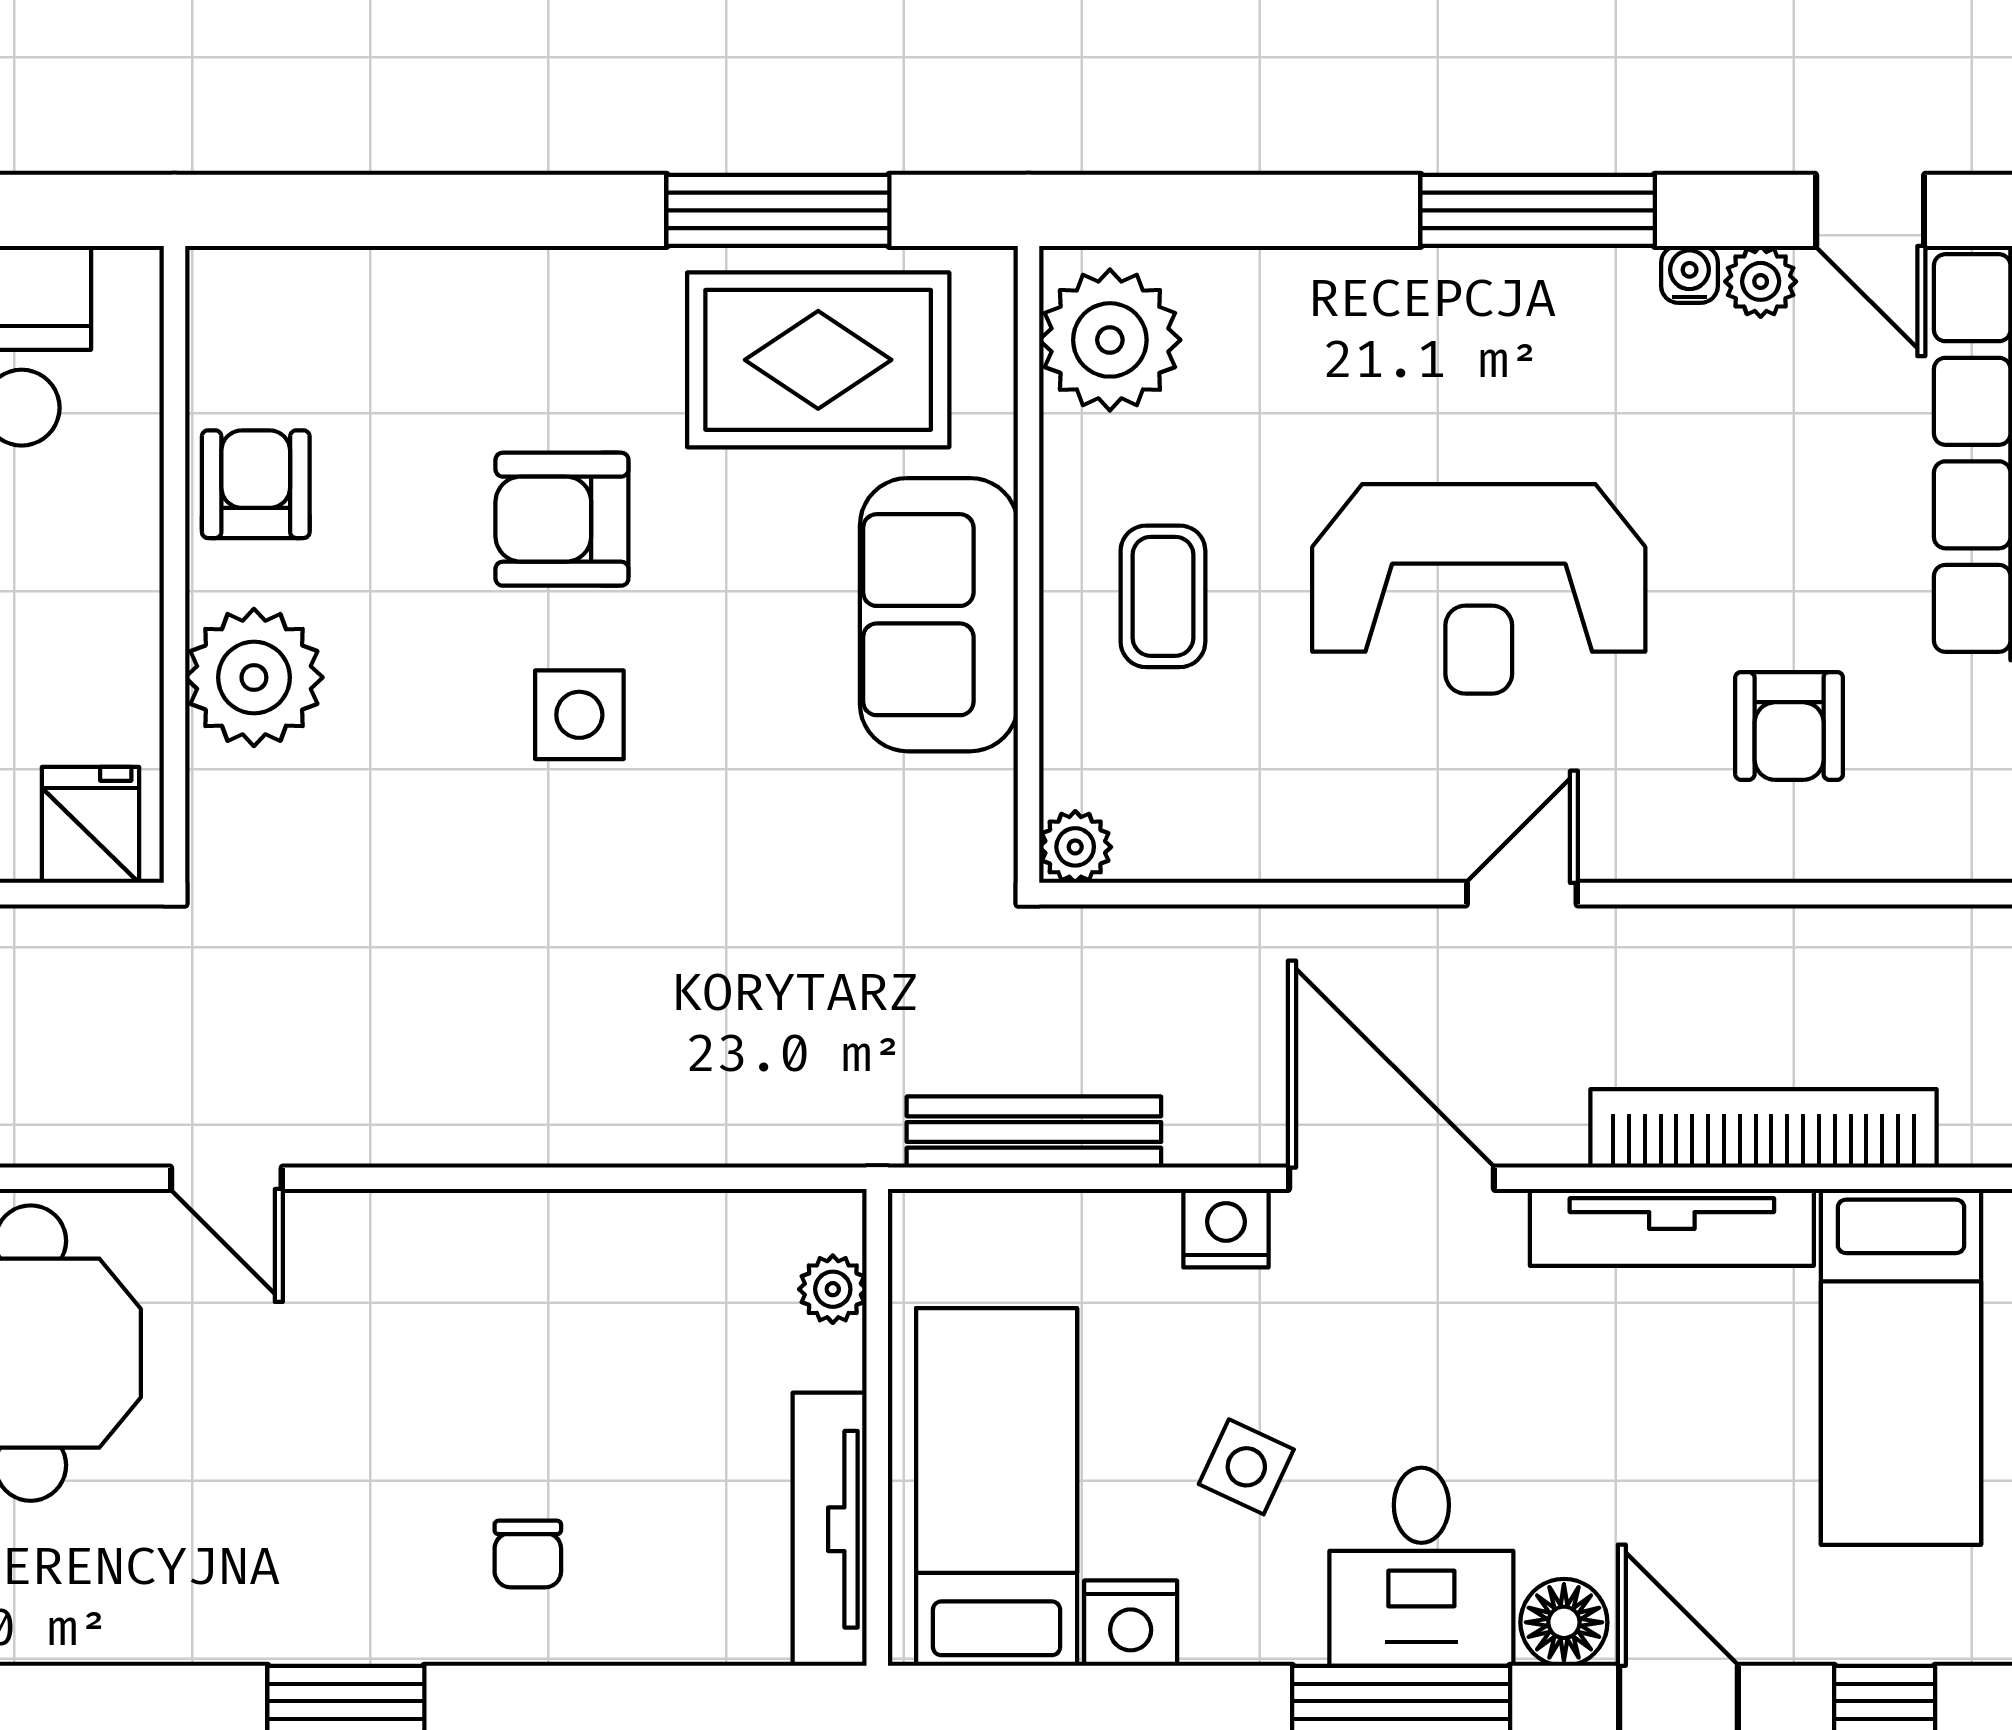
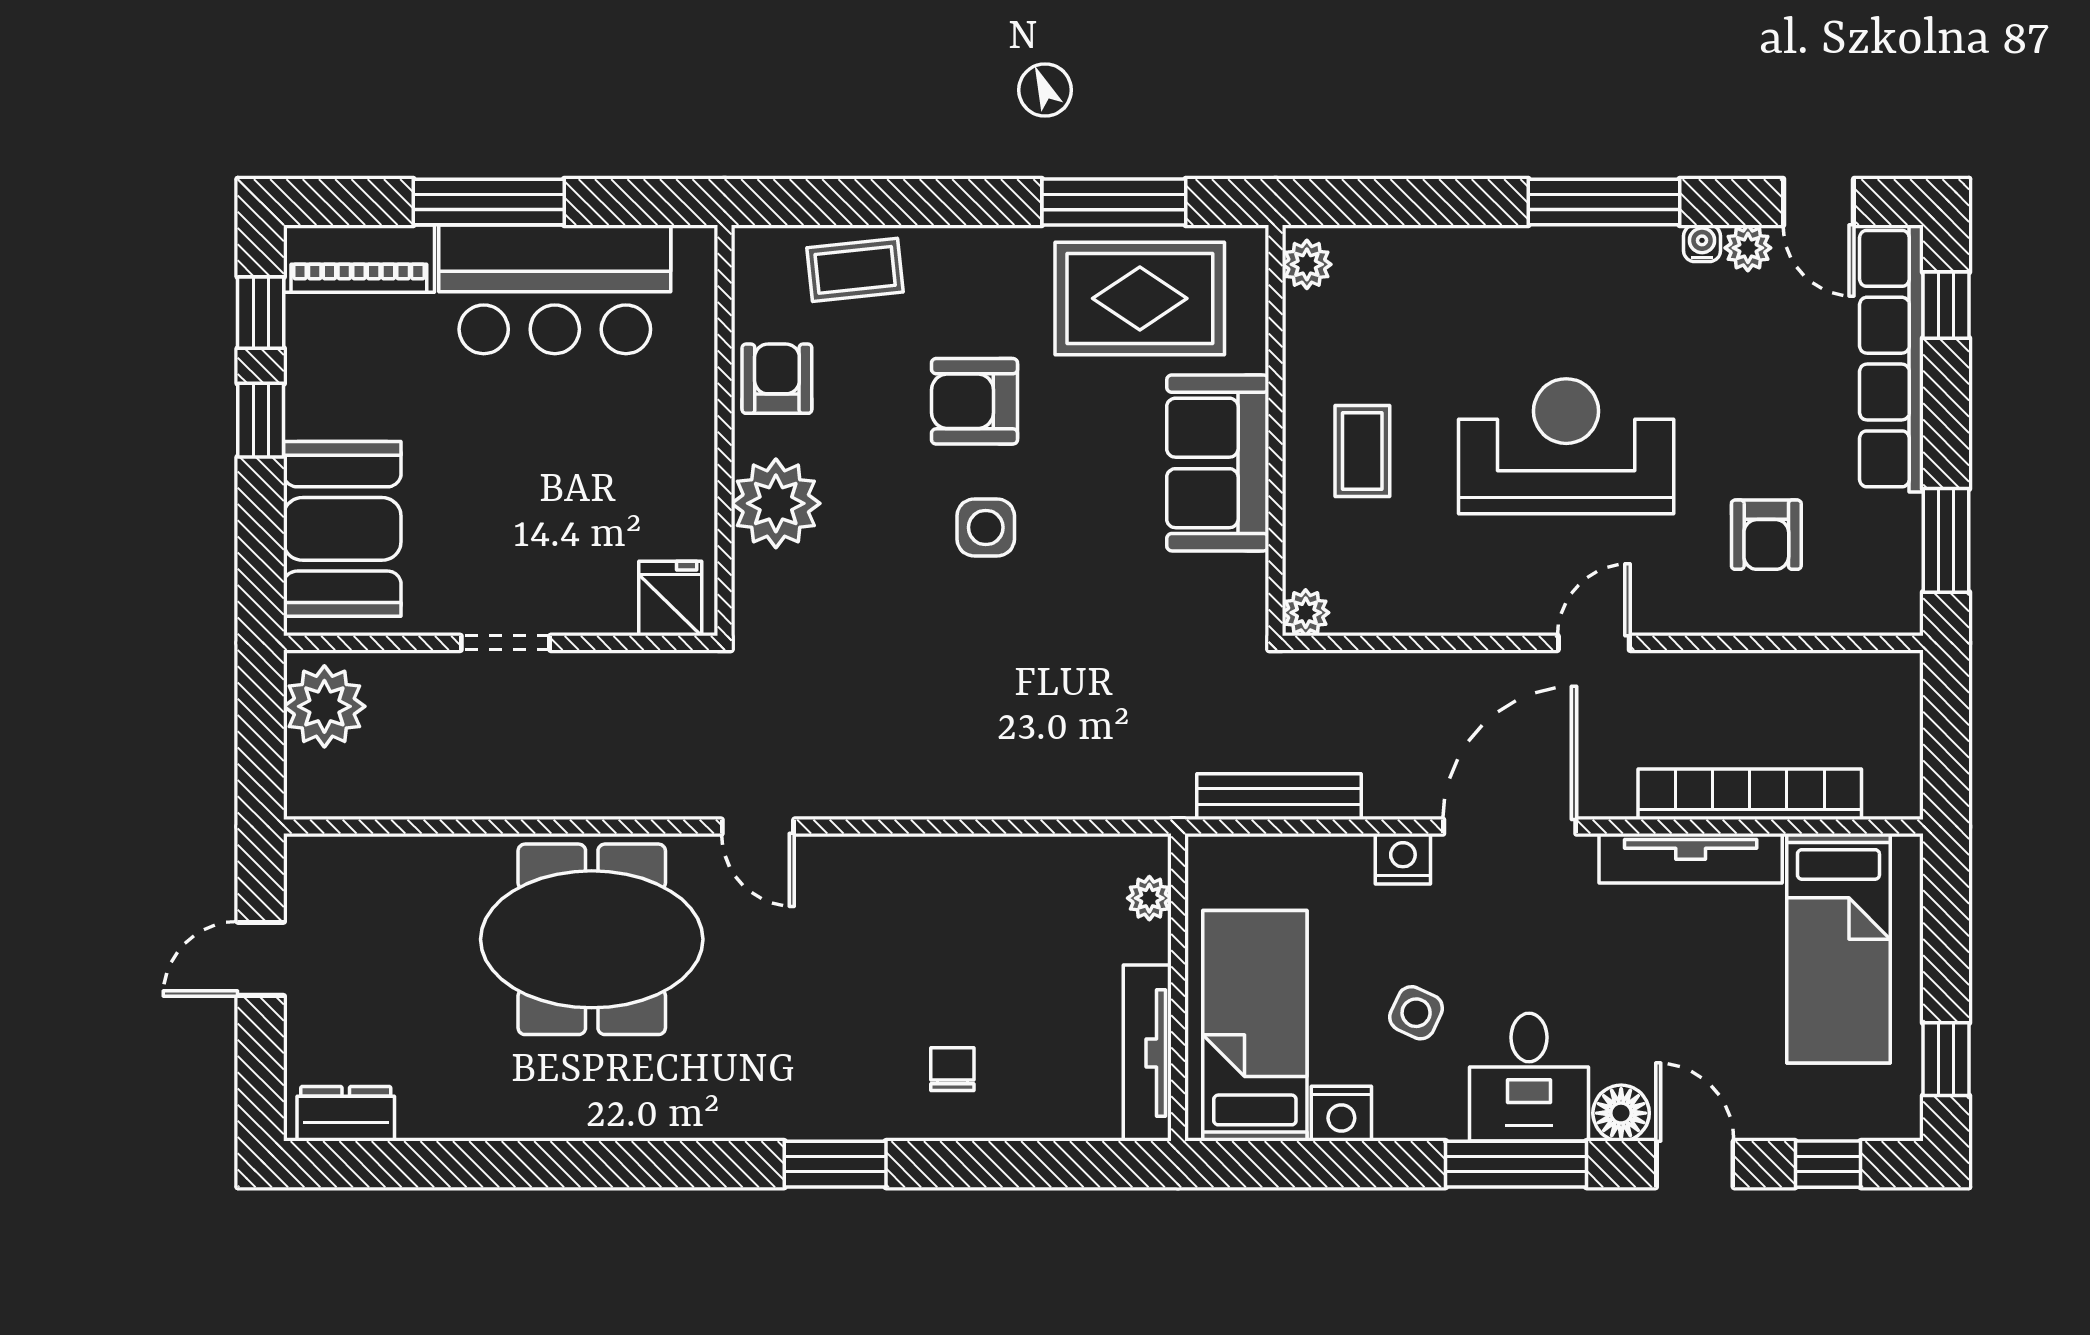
coffee table: (377, 315) -> (855, 270), added
plant: (1110, 340) -> (1307, 264), width x0.53, depth x0.53
reception desk: (1479, 589) -> (1566, 446), turned 180
door: (1392, 1178) -> (1510, 827), hinge flipped
chair: (528, 1554) -> (952, 1069), turned 180

